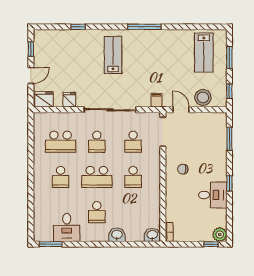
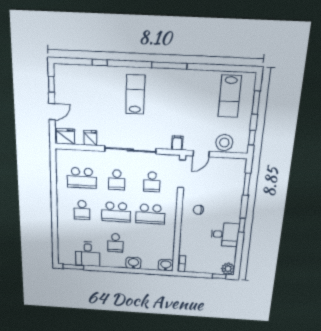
door: (181, 110) -> (201, 154), swing flipped
school desk: (133, 177) -> (150, 214), width x1.85

